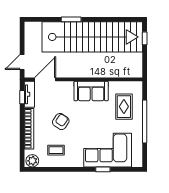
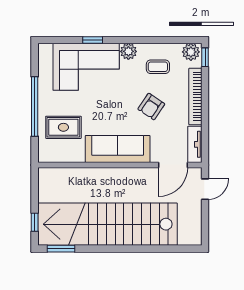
window: (71, 19) -> (61, 249), moved
sofa: (91, 91) -> (118, 149), width x1.36
window: (22, 97) -> (205, 57), moved
rug: (124, 107) -> (63, 127), turned 90
plant: (77, 161) -> (128, 51), added

